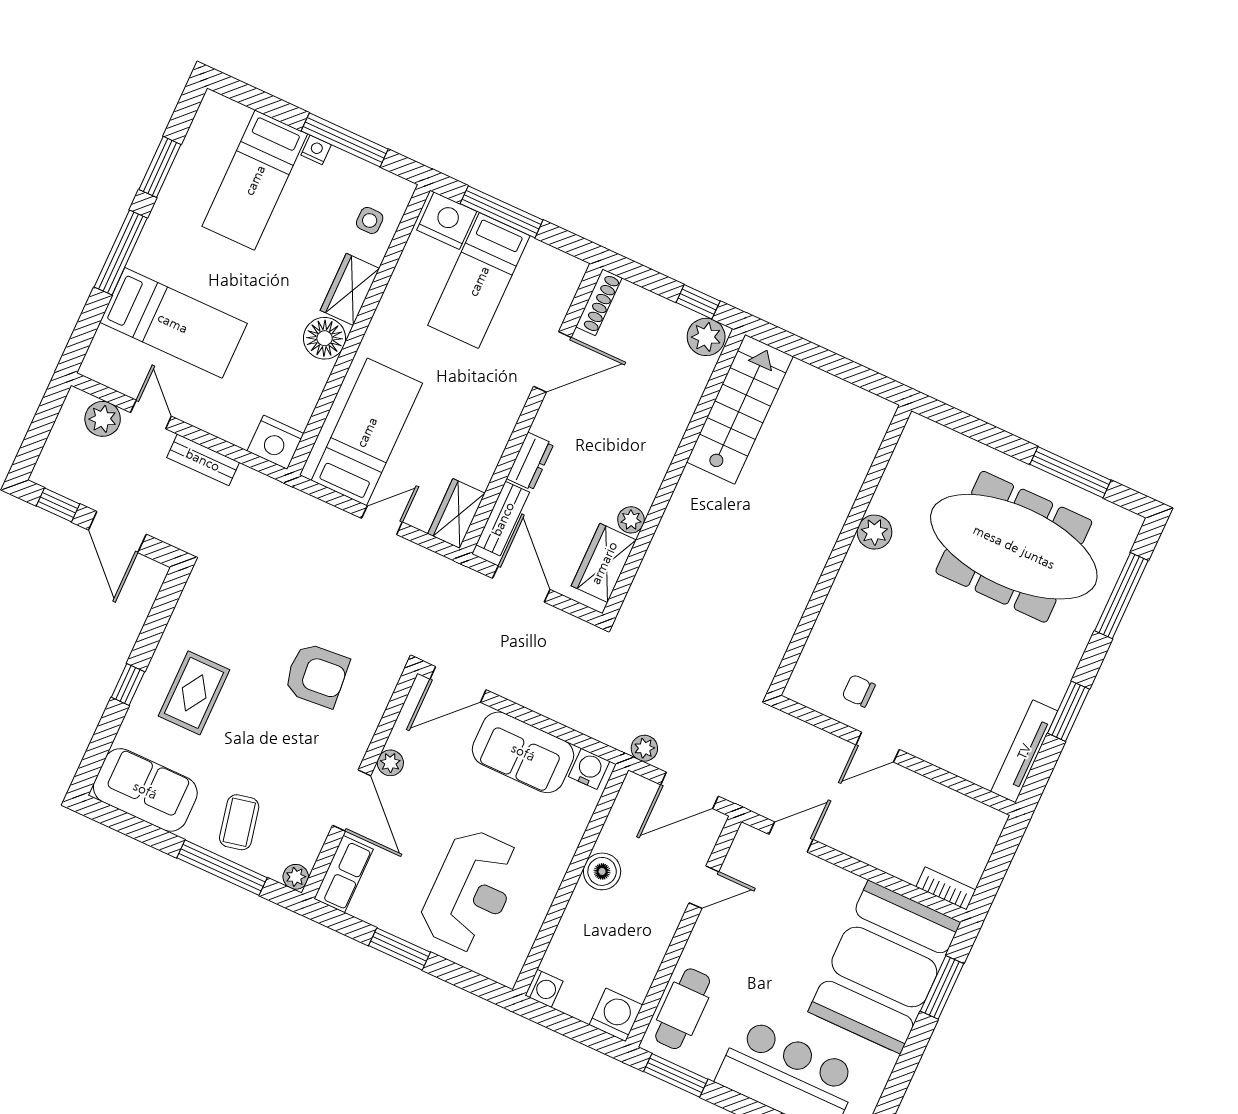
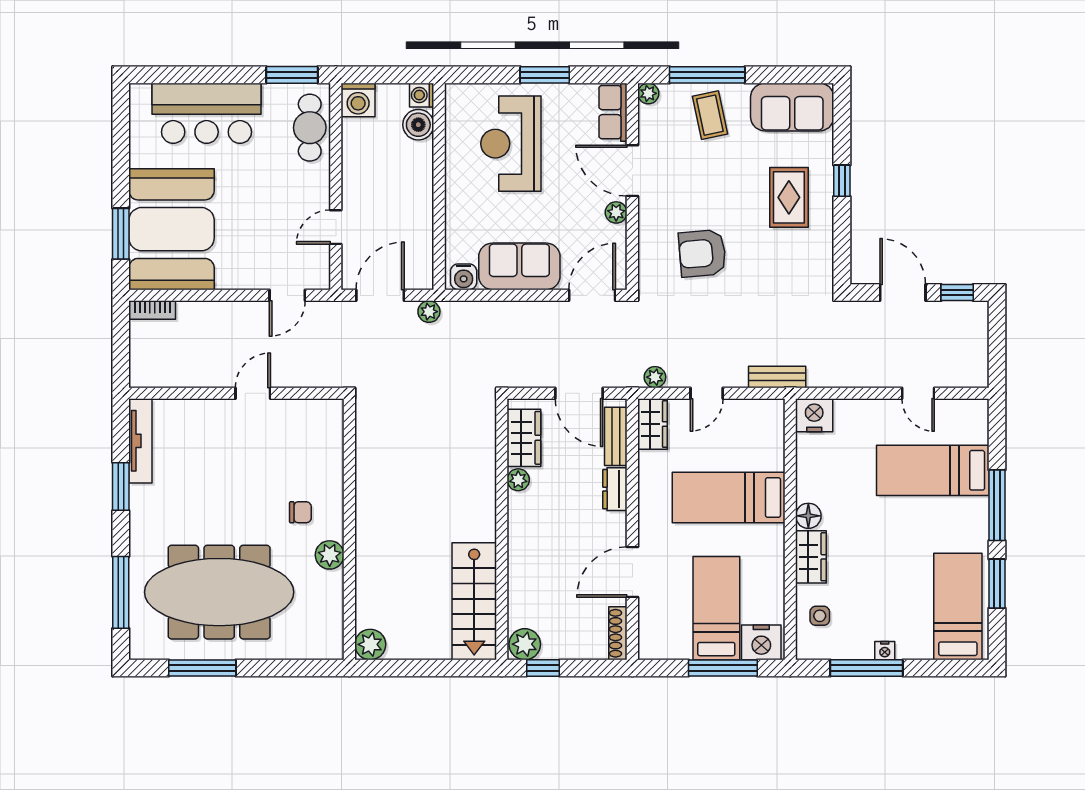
bed: (255, 180) -> (958, 607), moved
floor lamp: (325, 338) -> (808, 516), width x0.73, depth x0.73
plant: (875, 414) -> (370, 644), added
plant: (103, 419) -> (655, 377), moved, width x0.73, depth x0.73
bed: (367, 432) -> (729, 497), moved, turned 90
bench: (203, 460) -> (777, 377), moved
chair: (859, 691) -> (300, 512), moved
boiler: (602, 871) -> (418, 125), moved

